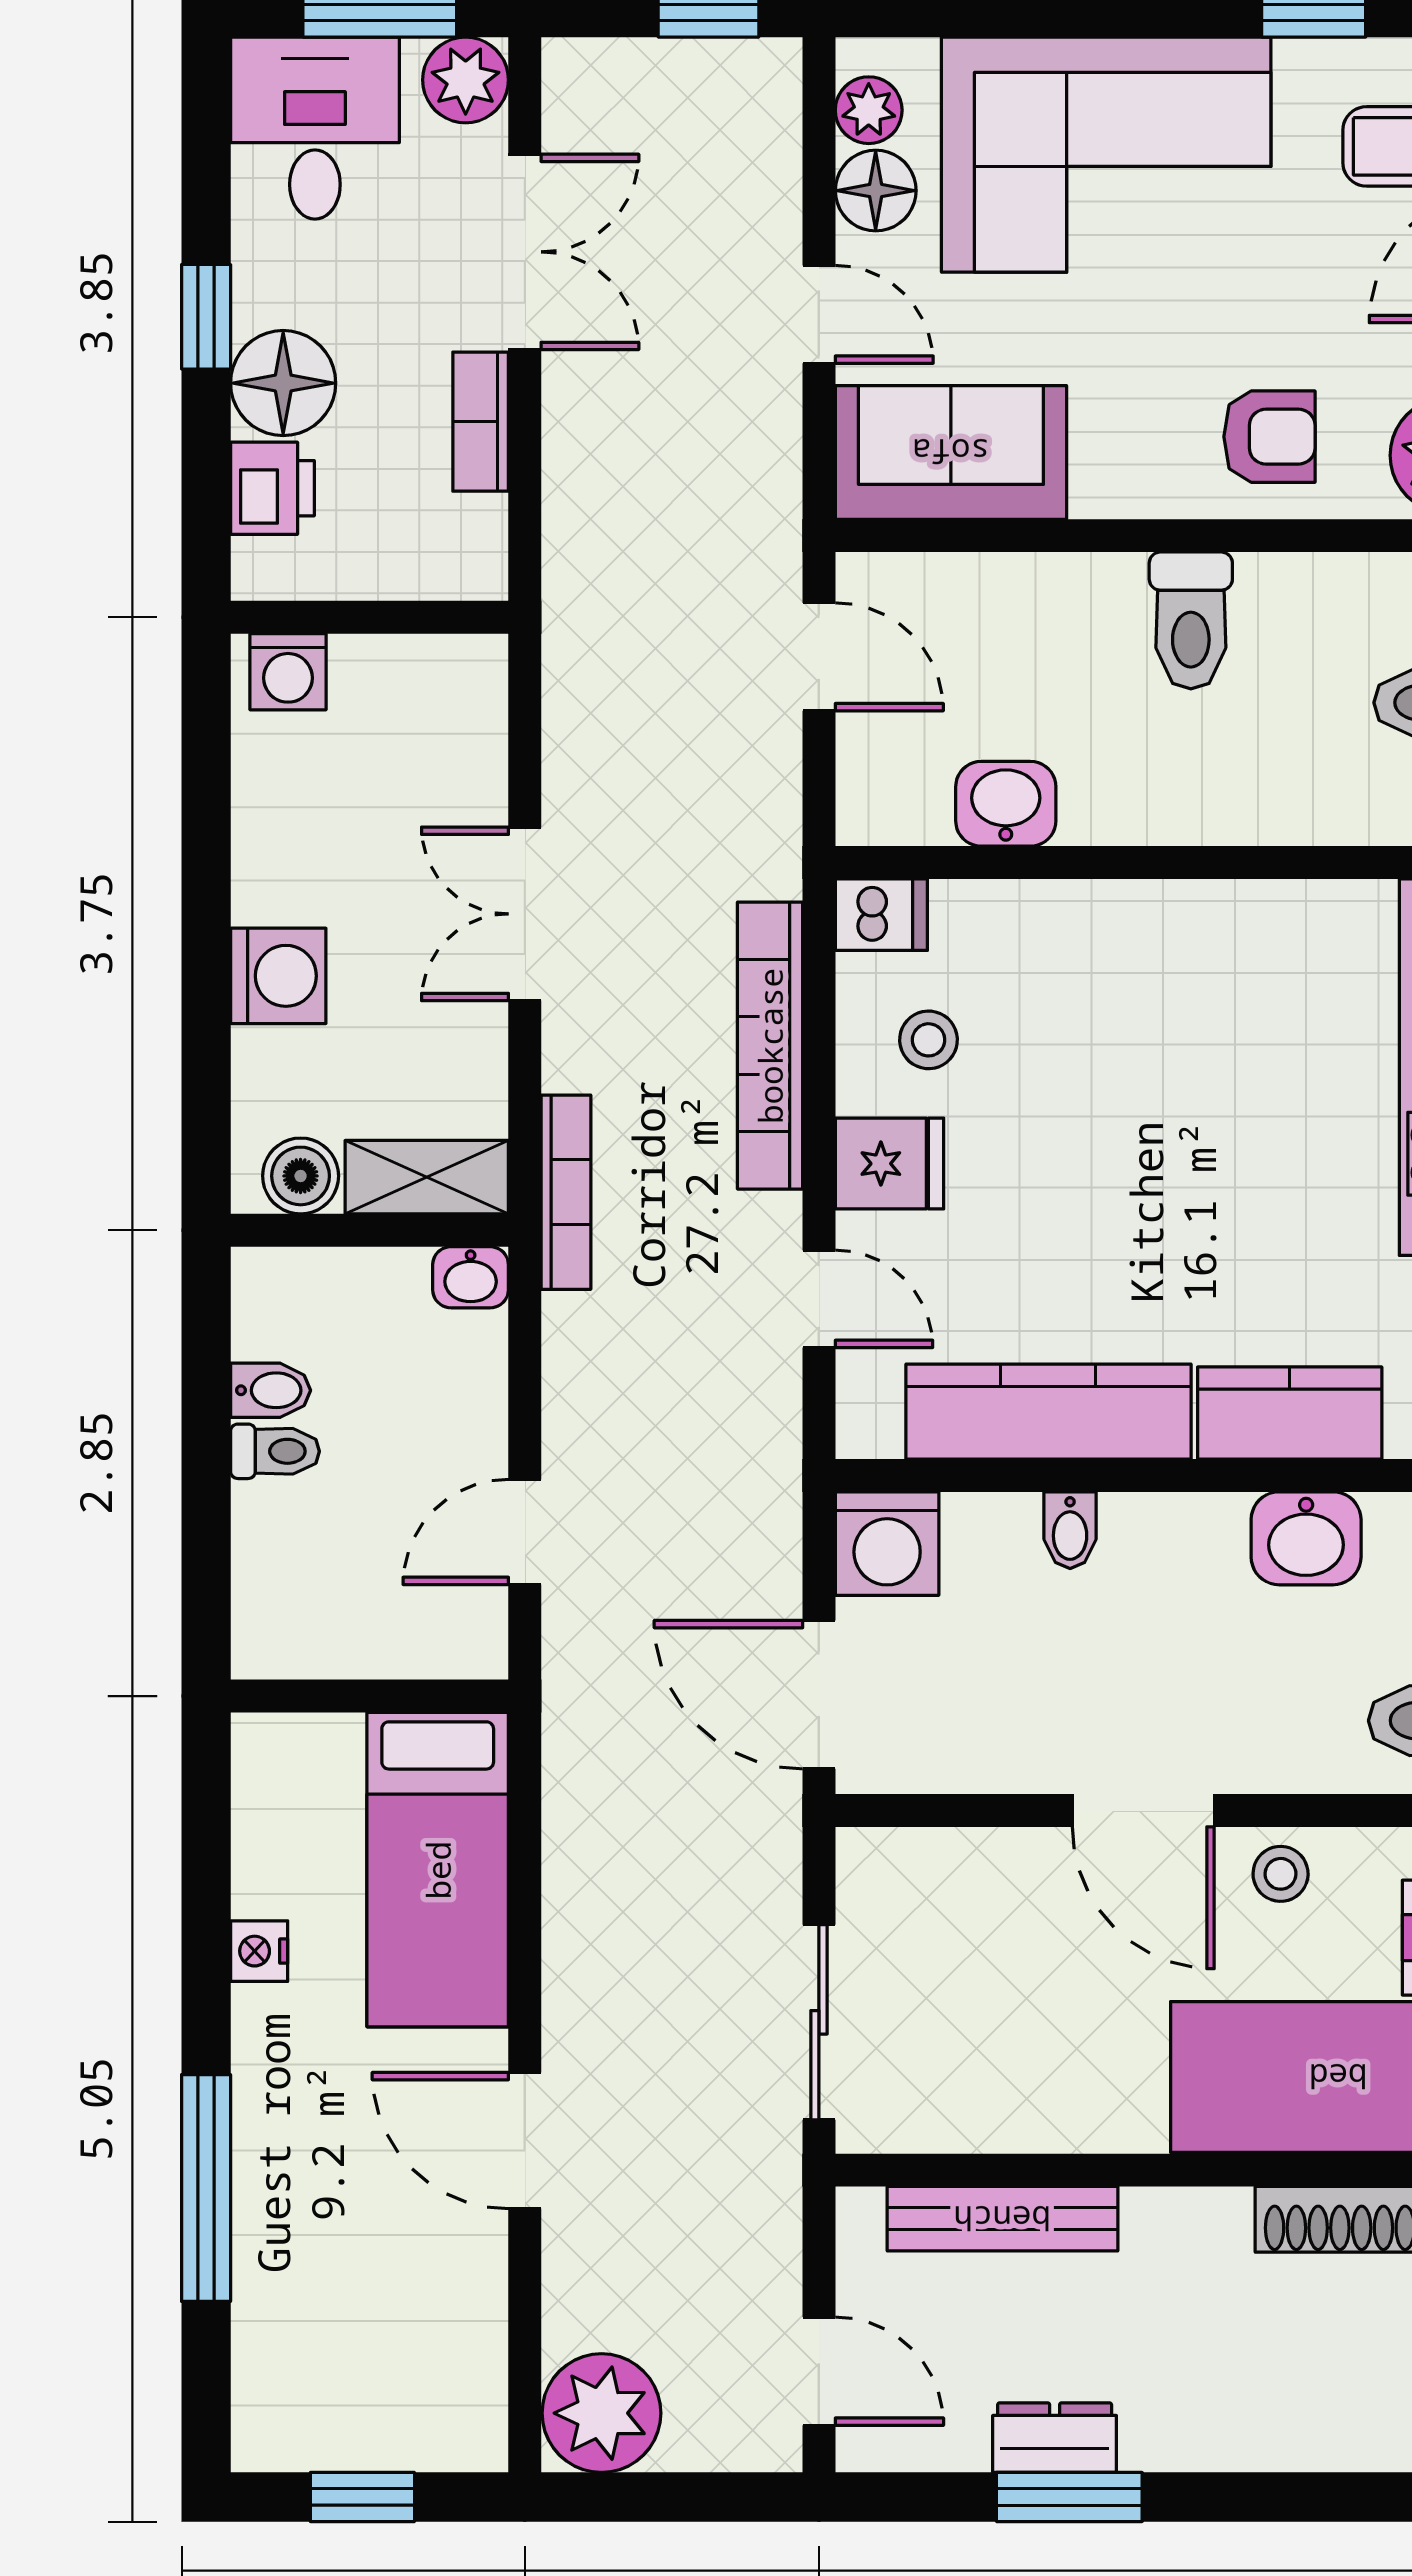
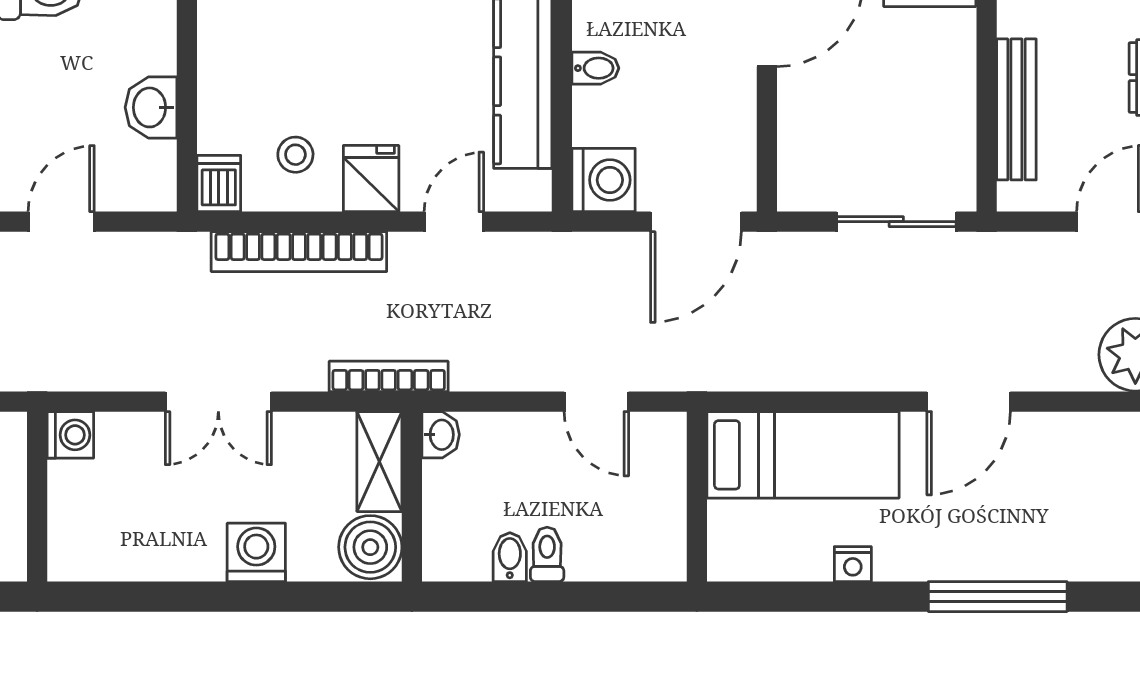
washing machine: (288, 672) -> (70, 435), moved
boiler: (301, 1176) -> (370, 547), width x1.36, depth x1.36

